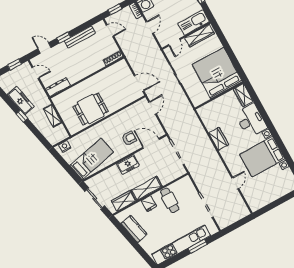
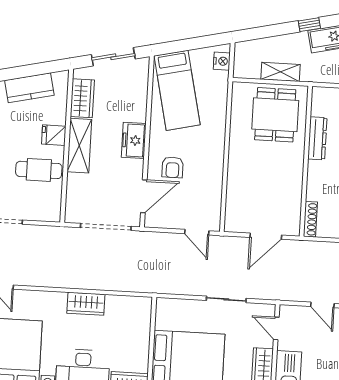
door: (139, 83) -> (266, 236), moved
dresser: (58, 87) -> (317, 138), moved
dining table: (91, 109) -> (275, 115), moved

